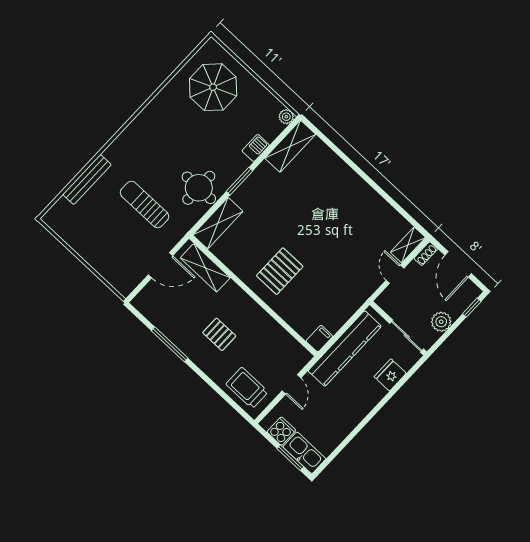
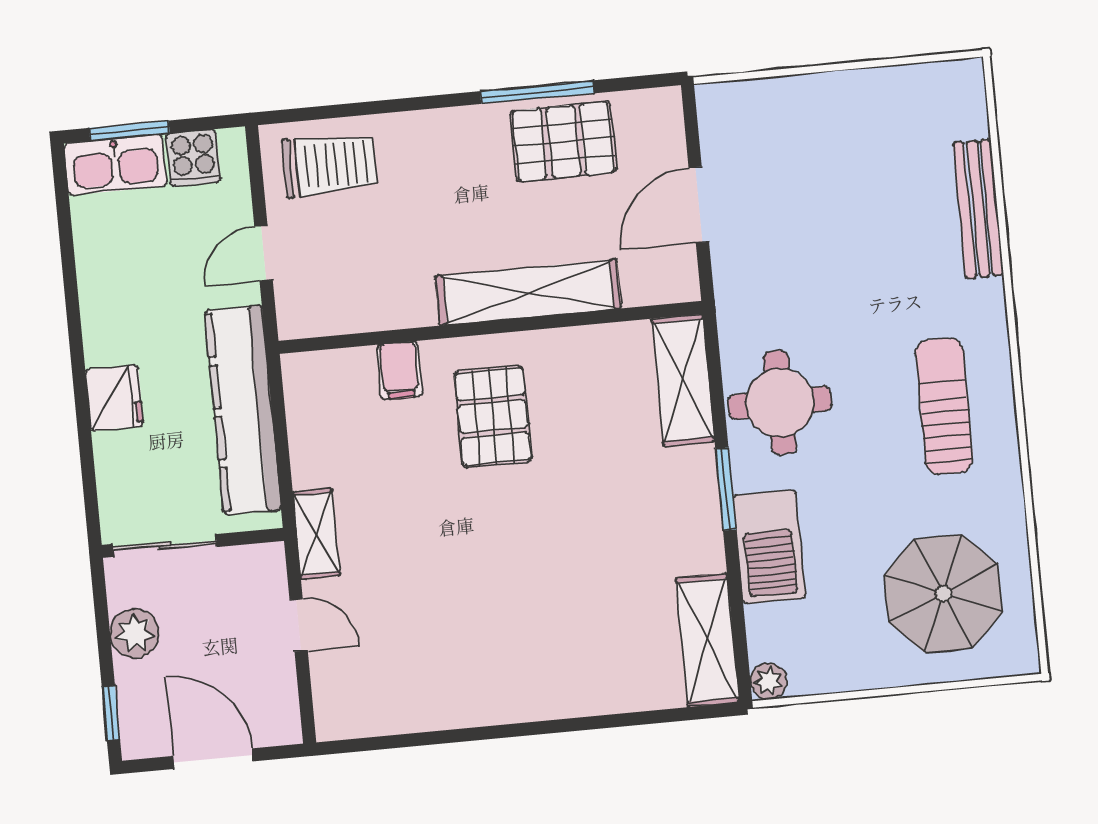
barbecue: (256, 148) -> (769, 547), width x1.88, depth x1.53
sun lounger: (144, 204) -> (944, 406), moved, turned -90
shelving: (408, 245) -> (316, 534), moved
shoe rack: (426, 254) -> (287, 716), removed
shelving: (205, 268) -> (528, 292), moved, width x1.47
pallet: (219, 334) -> (563, 142), moved, width x1.50, depth x1.42
filing cabinet: (319, 339) -> (399, 370), moved
fridge: (390, 375) -> (114, 398), moved
door: (291, 384) -> (263, 253), hinge flipped

